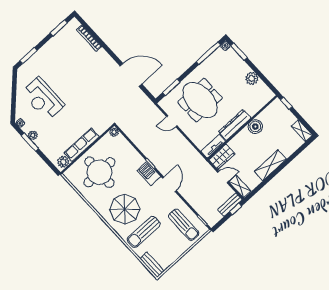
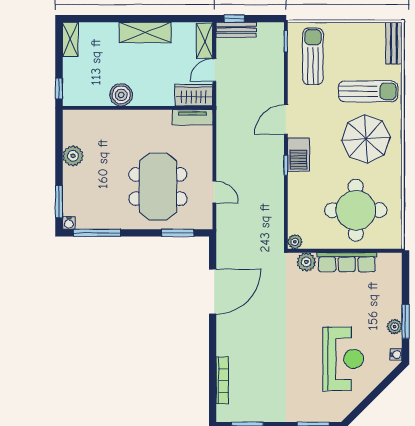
door: (131, 75) -> (213, 291), swing flipped
dresser: (235, 125) -> (144, 119), removed
plant: (63, 162) -> (306, 262), moved
door: (223, 177) -> (214, 70), hinge flipped

